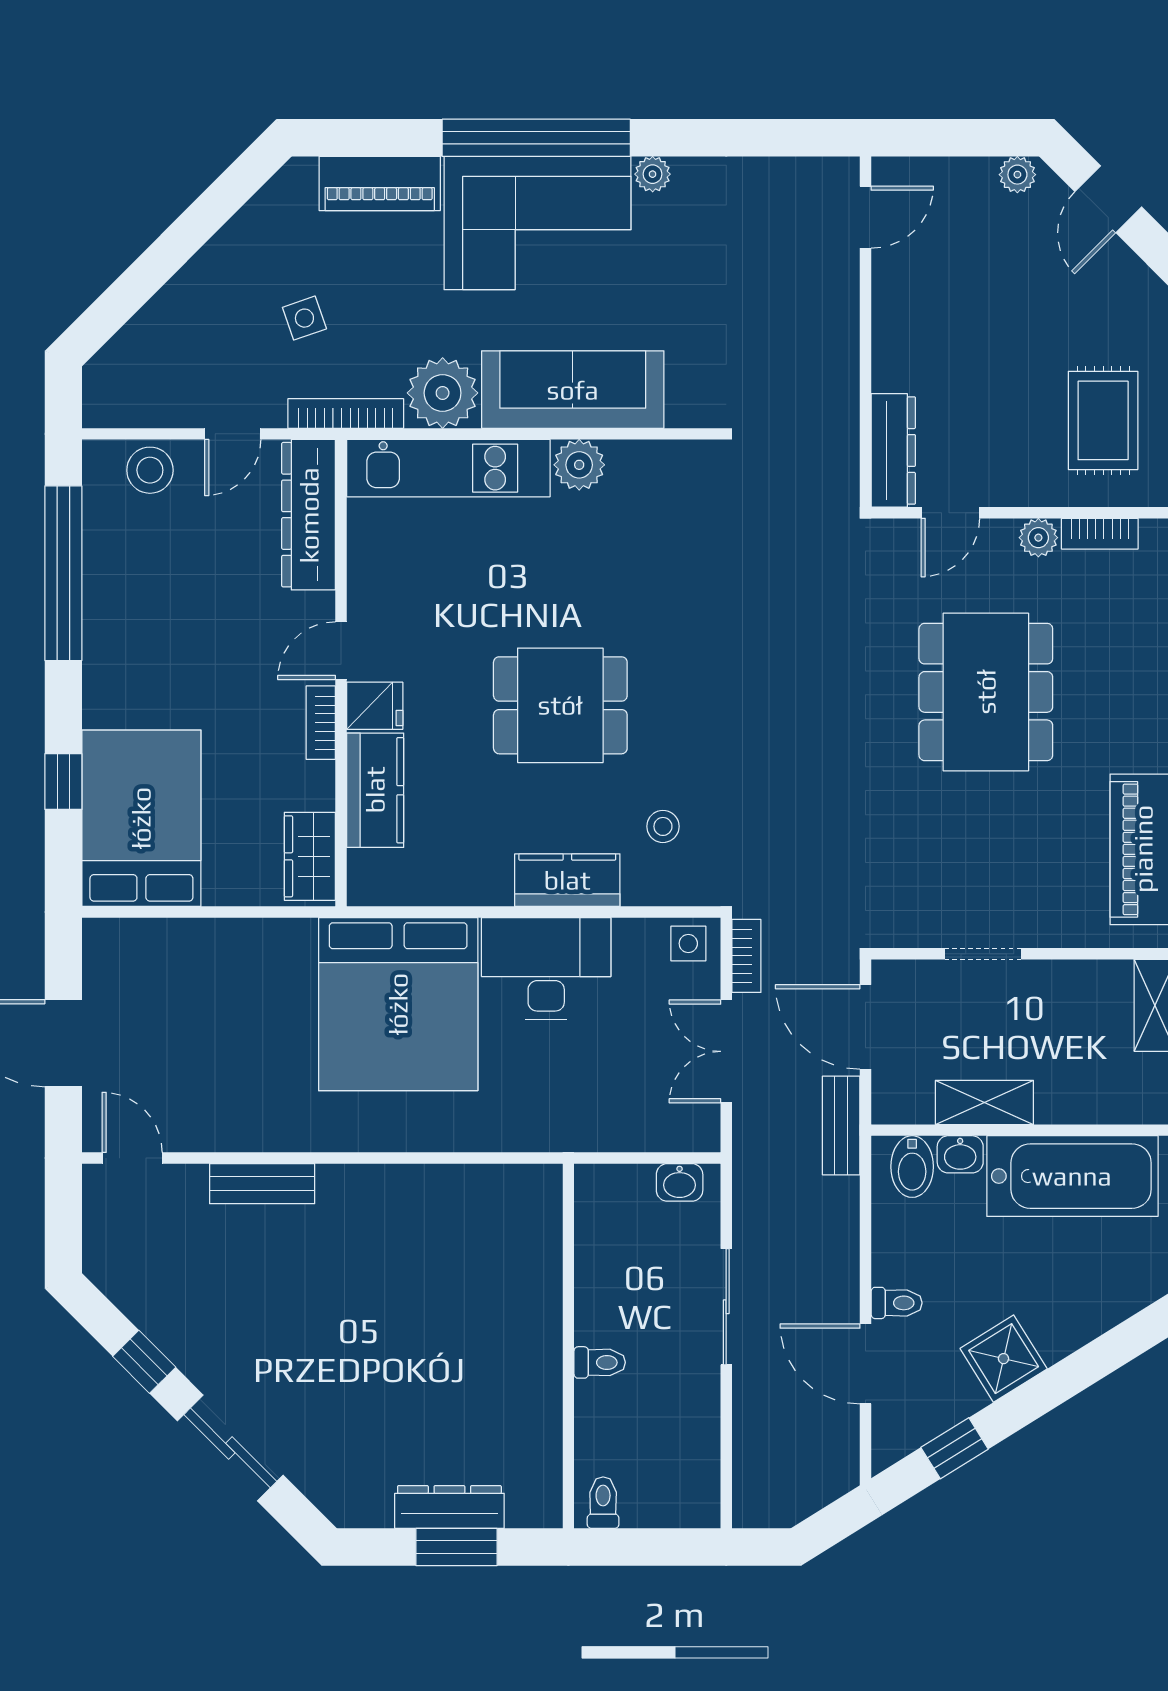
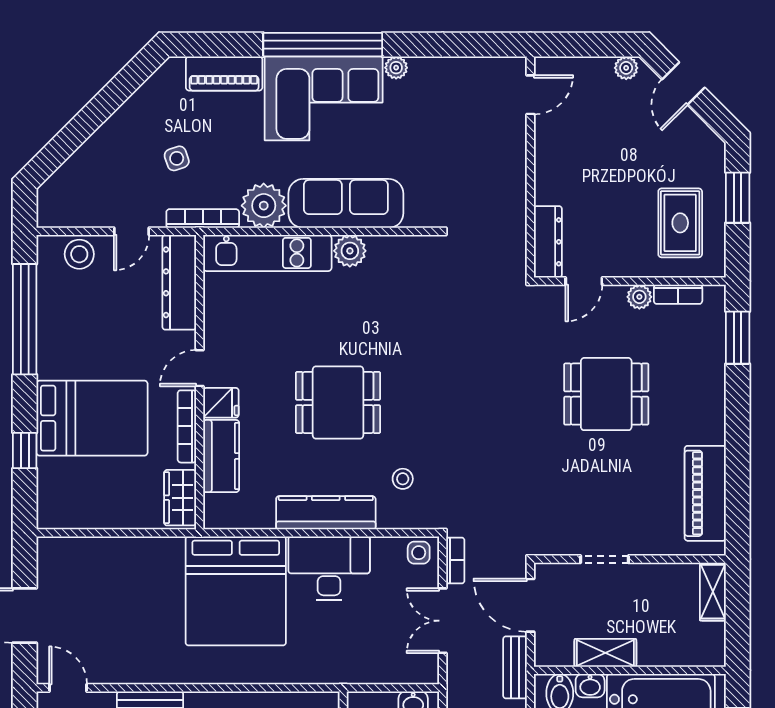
dining table: (986, 692) -> (606, 394), width x0.73
bookcase: (321, 723) -> (187, 426), width x1.56
bed: (141, 818) -> (92, 418), moved, turned 90
kitchen counter: (567, 880) -> (326, 513), width x1.50

